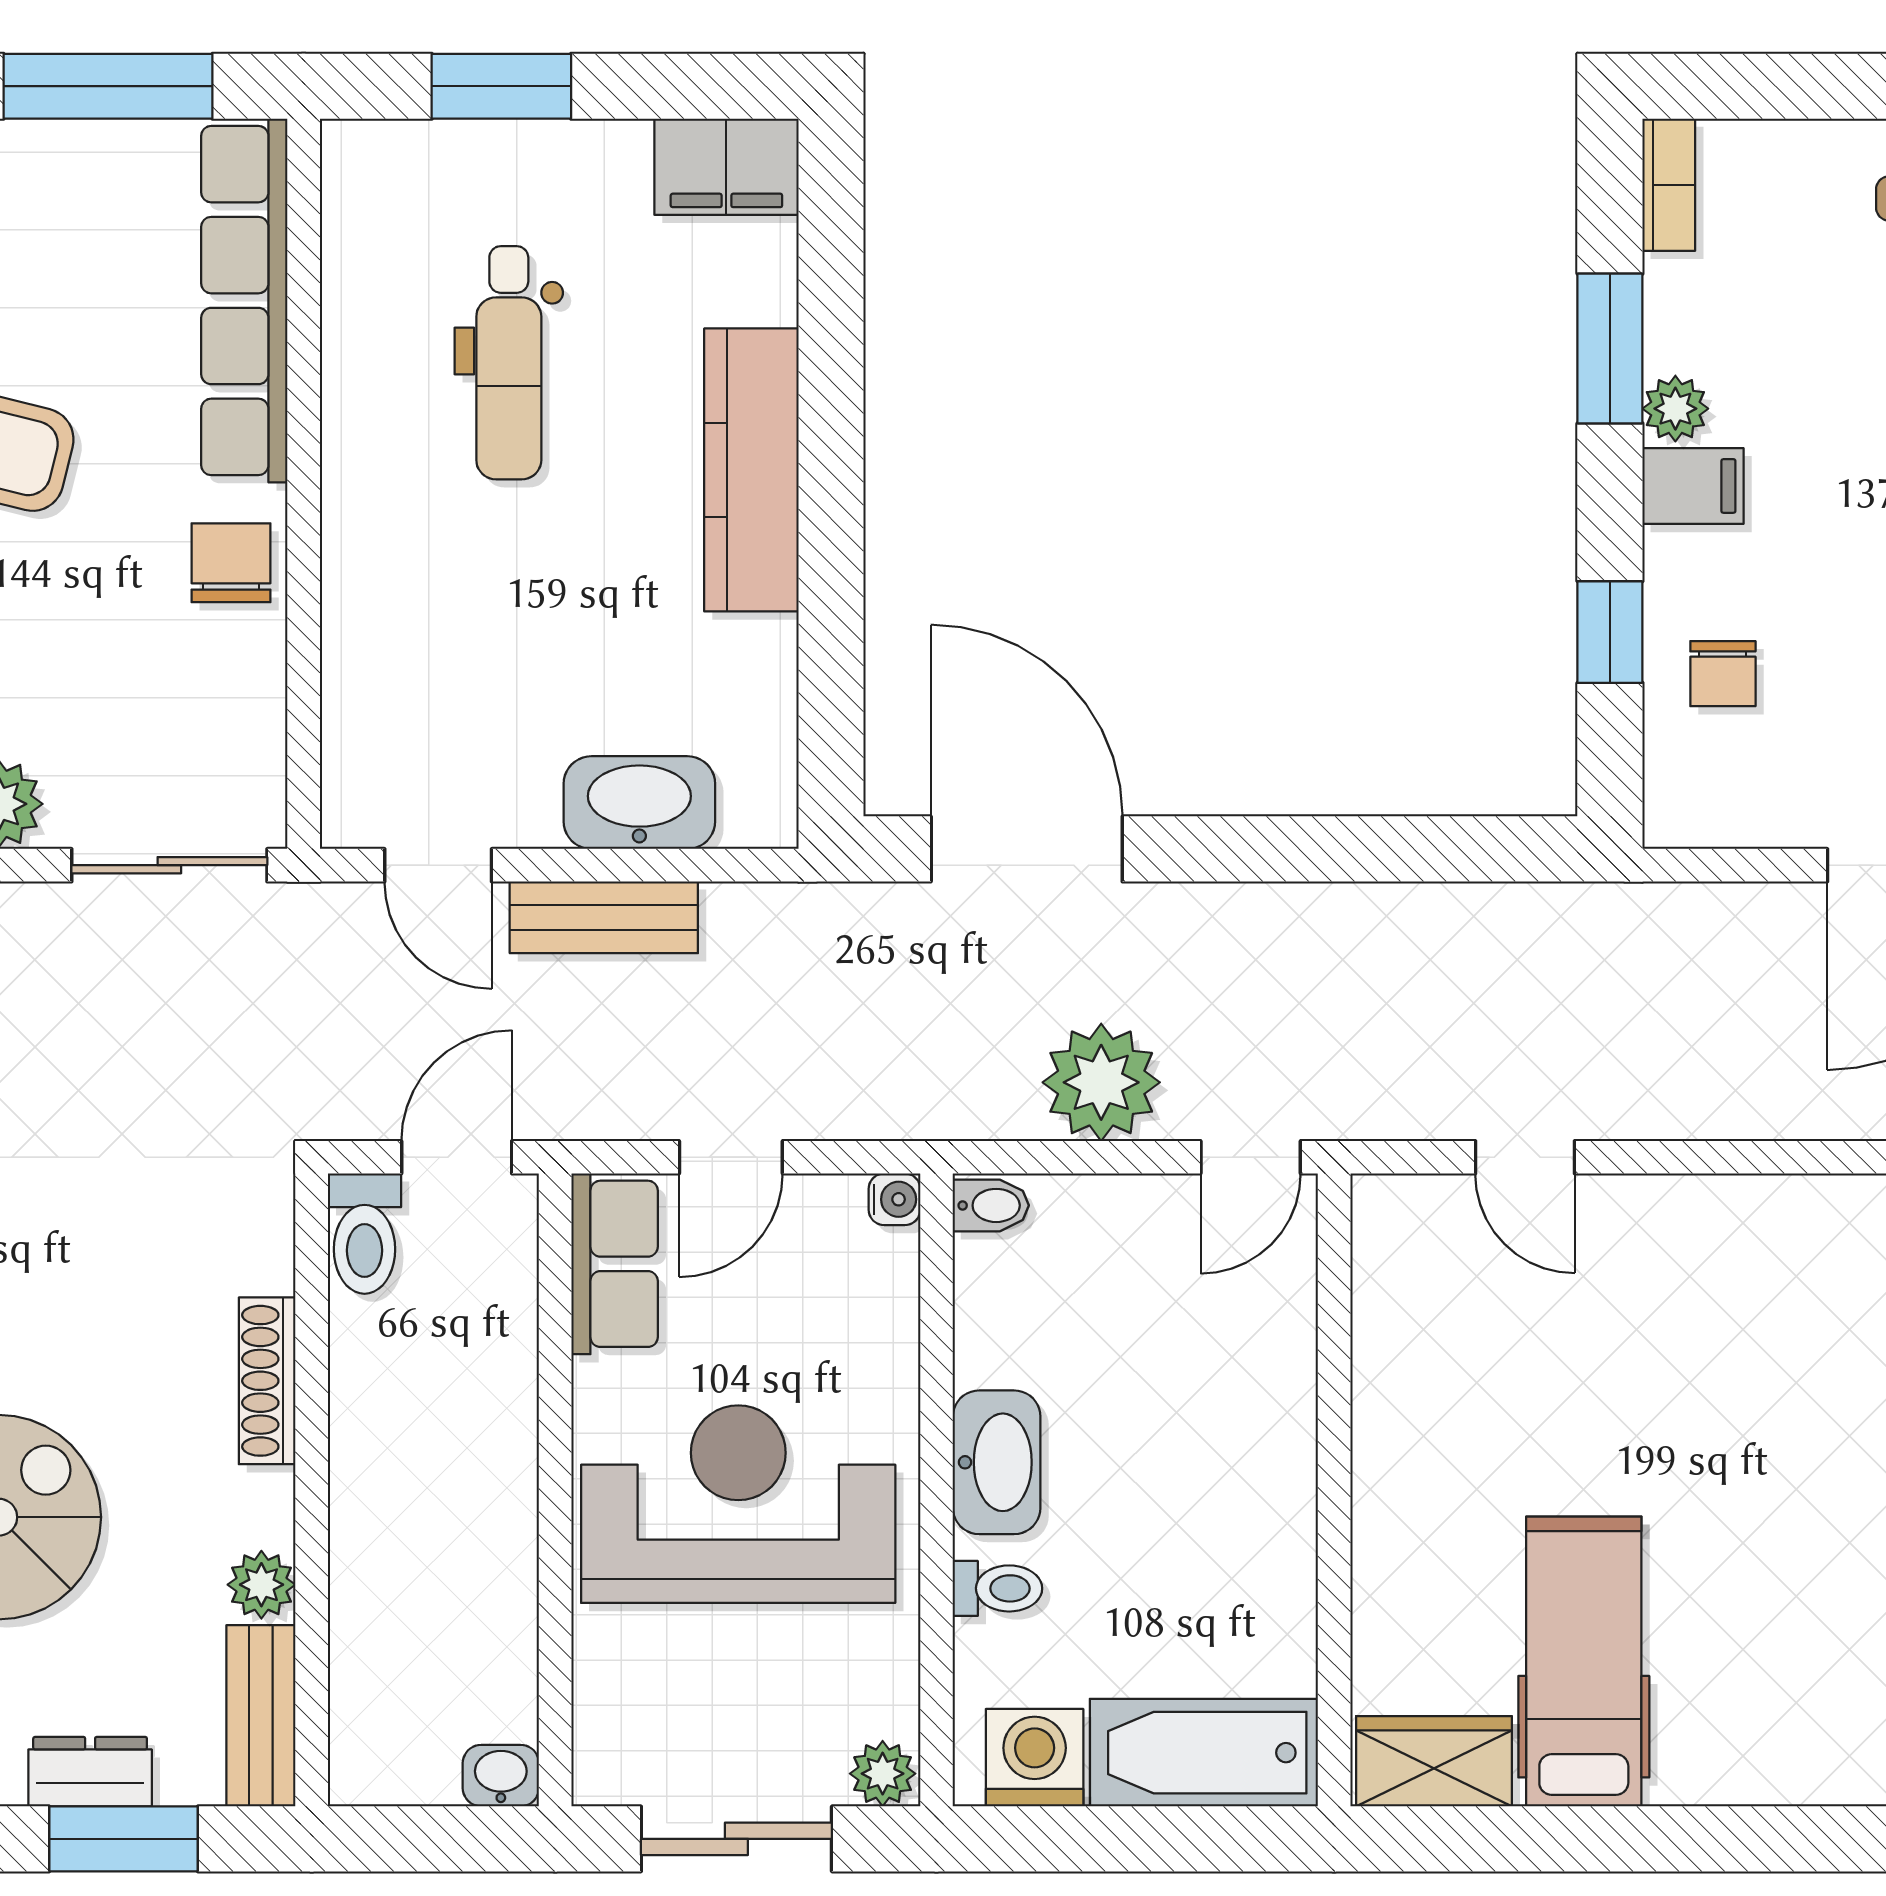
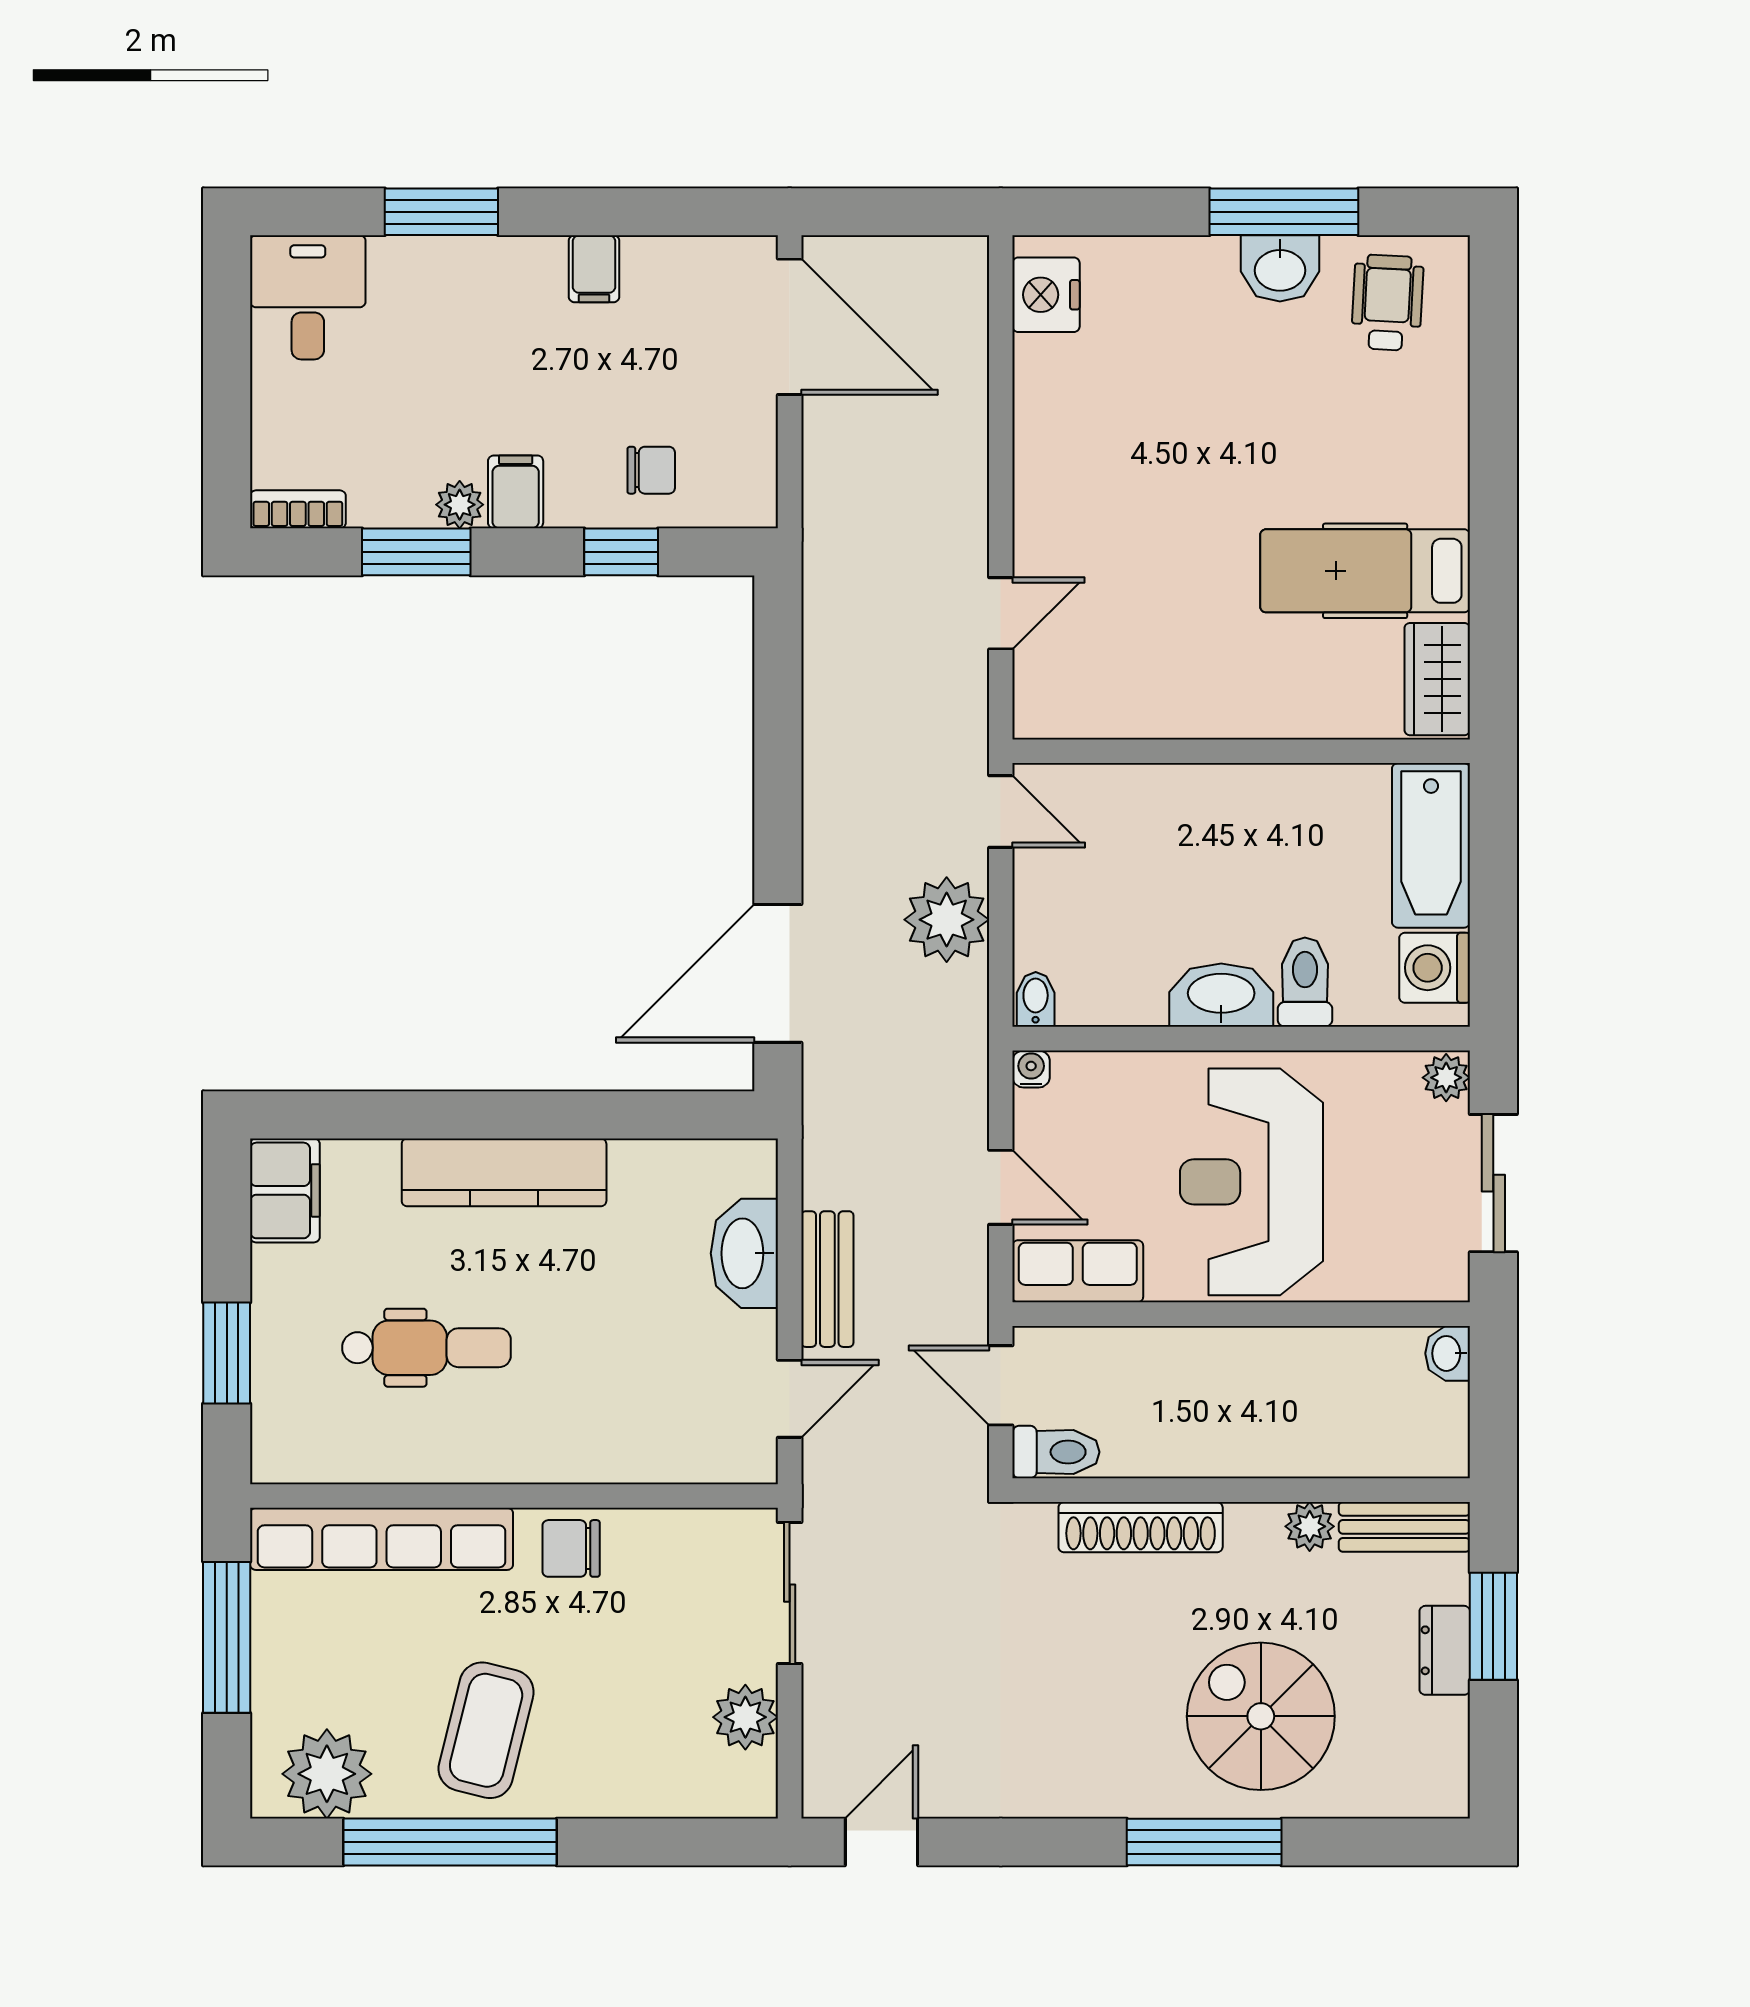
shoe rack: (267, 1381) -> (1141, 1527), width x1.36, depth x1.24
toilet: (997, 1588) -> (1305, 982), width x1.37, depth x1.39

